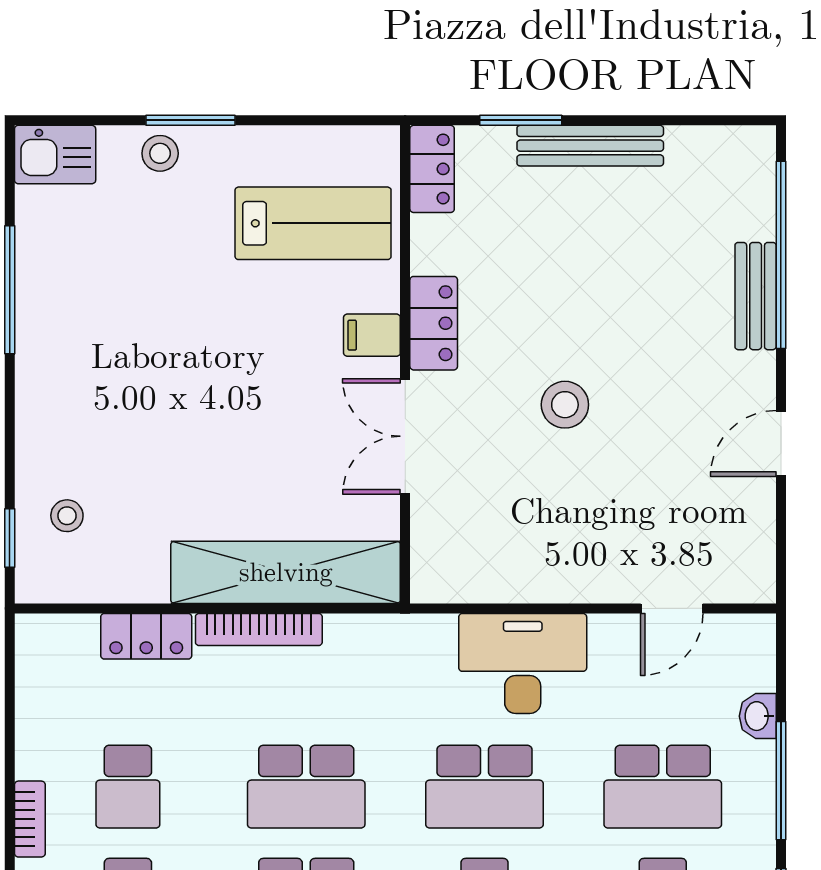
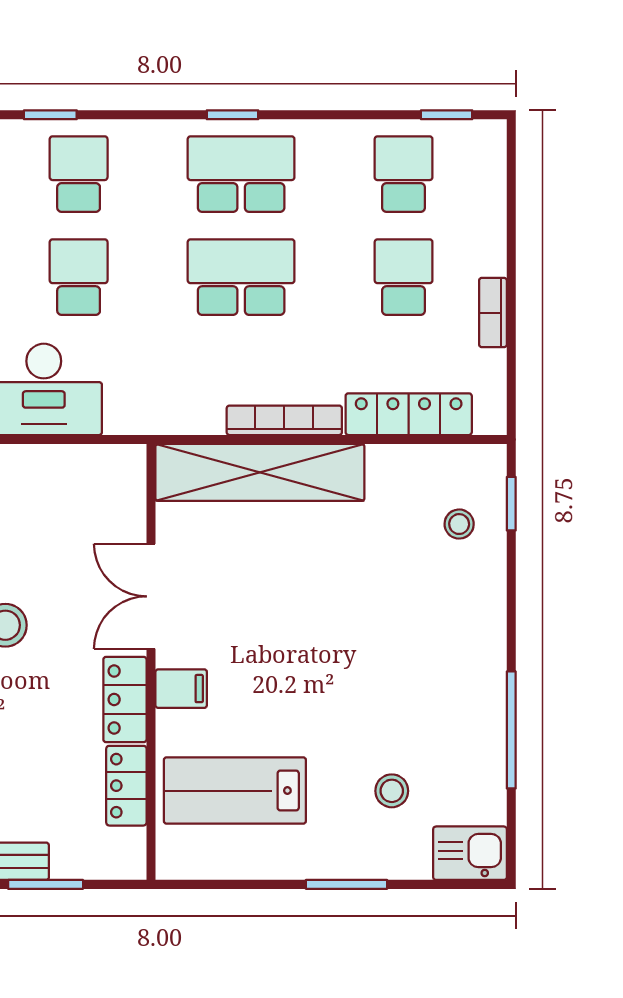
stool: (160, 153) -> (392, 791), moved
locker: (432, 169) -> (126, 786), moved
double door: (405, 436) -> (151, 596), swing flipped
locker: (146, 636) -> (409, 414), width x1.53
school desk: (484, 787) -> (79, 277), width x0.54
bookcase: (30, 819) -> (493, 313), moved

